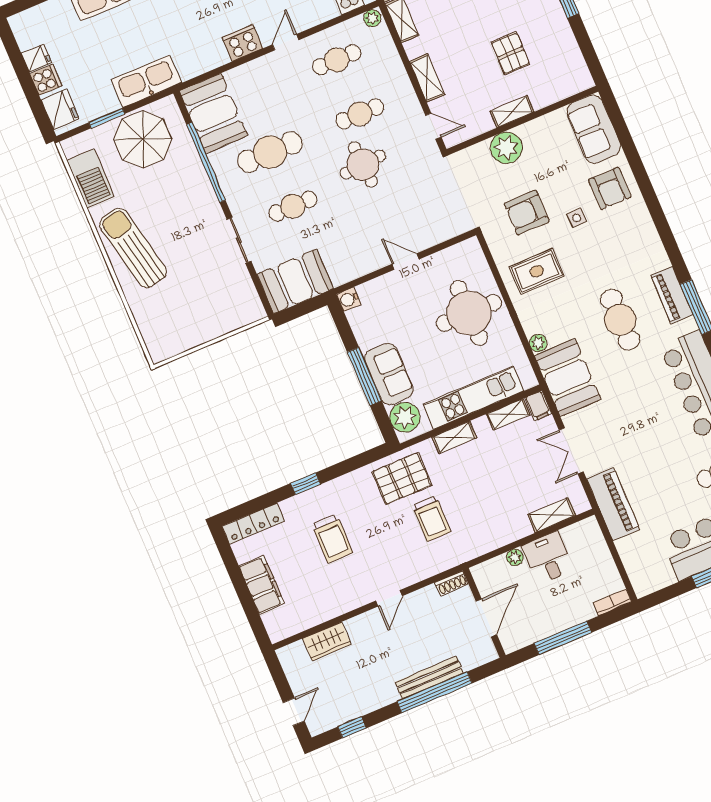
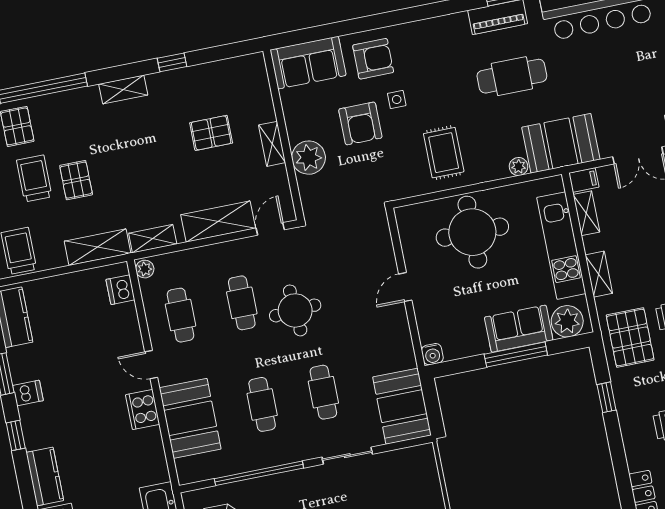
shelving: (427, 78) -> (218, 221), width x1.50, depth x1.33
booth: (213, 113) -> (190, 418), moved, turned 90
cafe table: (270, 152) -> (262, 404), width x0.73, depth x0.74
armchair: (527, 212) -> (360, 123), moved
window: (306, 484) -> (607, 397), moved

